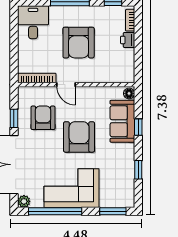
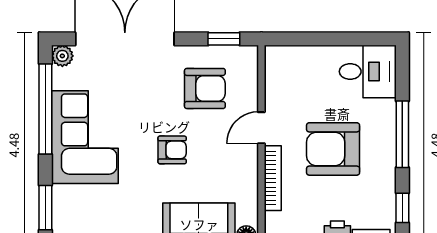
bookcase: (37, 78) -> (273, 178), moved
window: (14, 118) -> (224, 39), moved
armchair: (79, 137) -> (172, 150), width x0.53, depth x0.53

